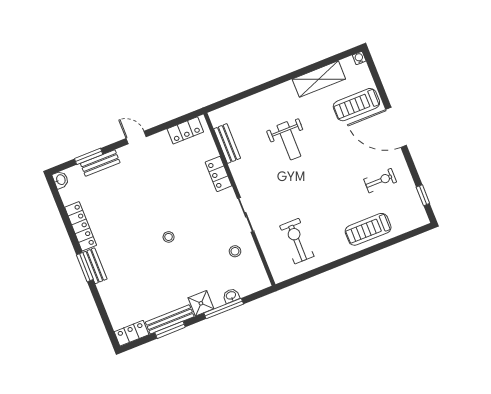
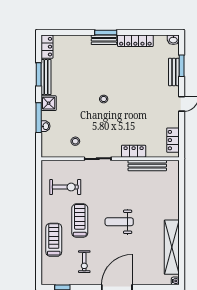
shelving: (319, 79) -> (172, 247), width x1.47
treadmill: (356, 105) -> (80, 221), moved
weight bench: (289, 141) -> (119, 222), moved
bench: (227, 144) -> (147, 166), width x1.36

